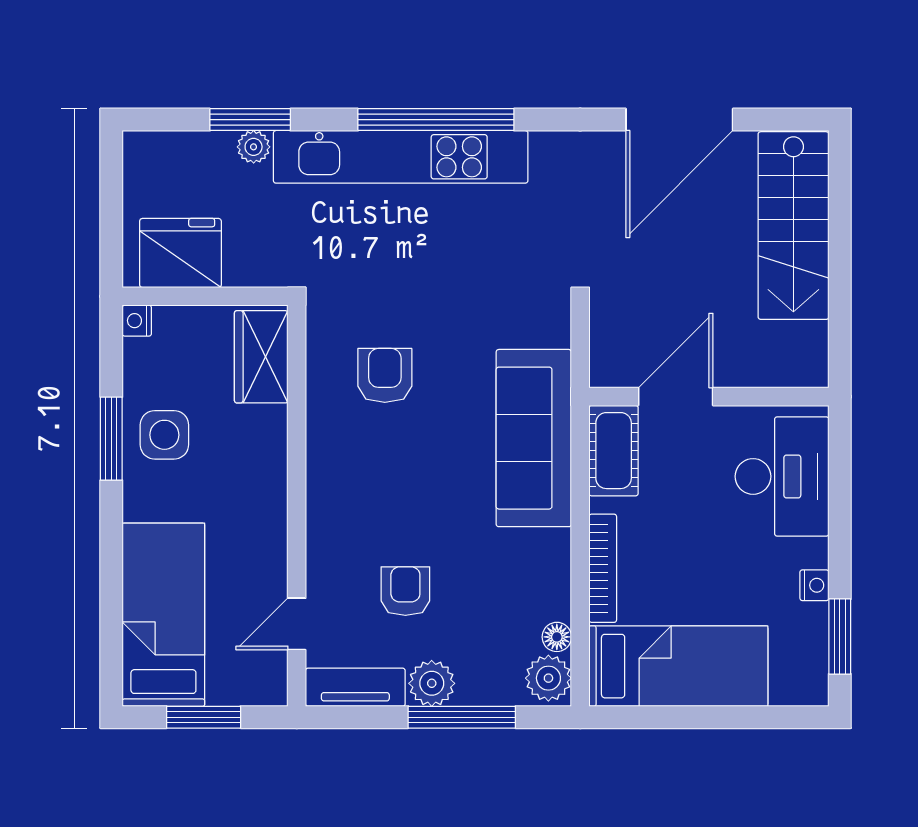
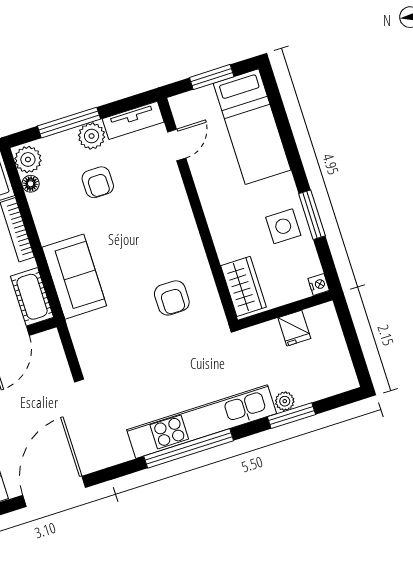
fridge: (180, 253) -> (294, 328), width x0.53, depth x0.75
sofa: (534, 438) -> (74, 277), width x0.73
armchair: (405, 591) -> (98, 182), moved

